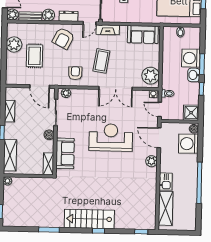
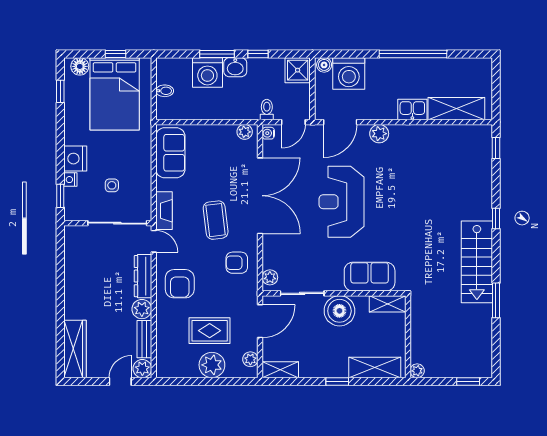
dresser: (68, 16) -> (143, 276), width x1.44
armchair: (63, 38) -> (180, 284), turned 63
plant: (14, 45) -> (212, 365), moved
coffee table: (101, 61) -> (216, 220), turned 74
plant: (151, 76) -> (245, 132), width x0.53, depth x0.53
plant: (17, 80) -> (250, 359), added
double door: (116, 88) -> (260, 196), width x1.36
shelving: (10, 111) -> (280, 370), moved
boiler: (49, 135) -> (339, 311), width x1.86, depth x1.86
stairs: (89, 219) -> (477, 262), moved

